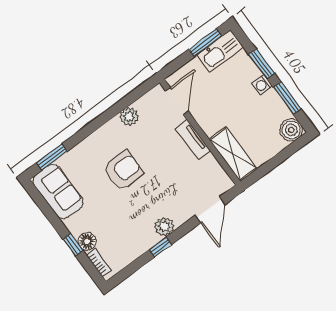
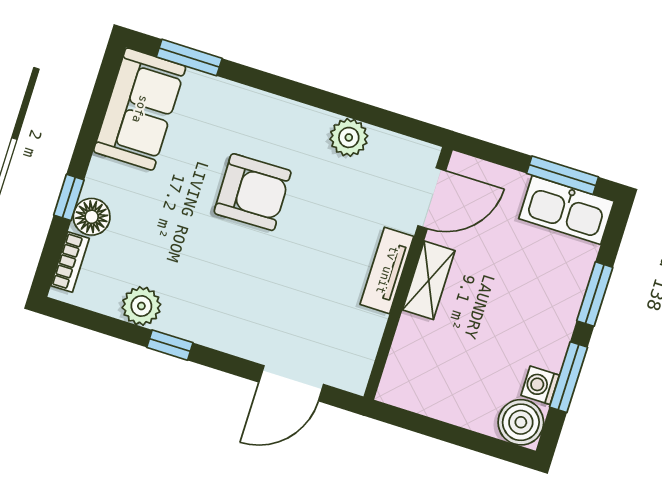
washing machine: (262, 85) -> (540, 385), moved
shelving: (233, 154) -> (429, 280), moved, width x0.67, depth x0.75
plant: (164, 227) -> (141, 306), moved

